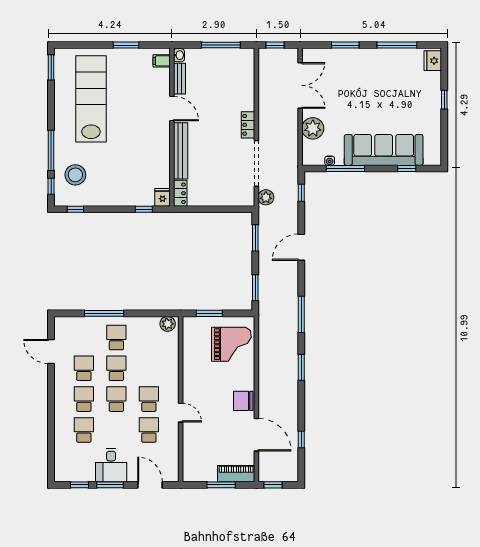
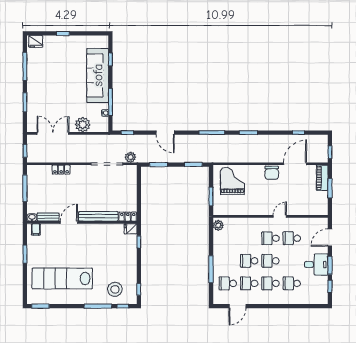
locker: (248, 125) -> (61, 170), moved
school desk: (116, 338) -> (228, 283), moved

